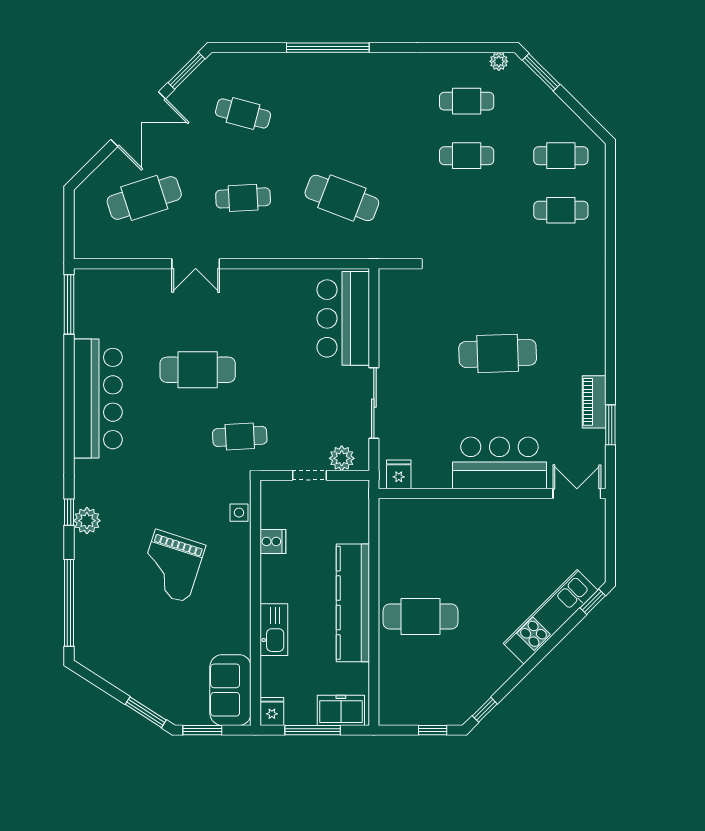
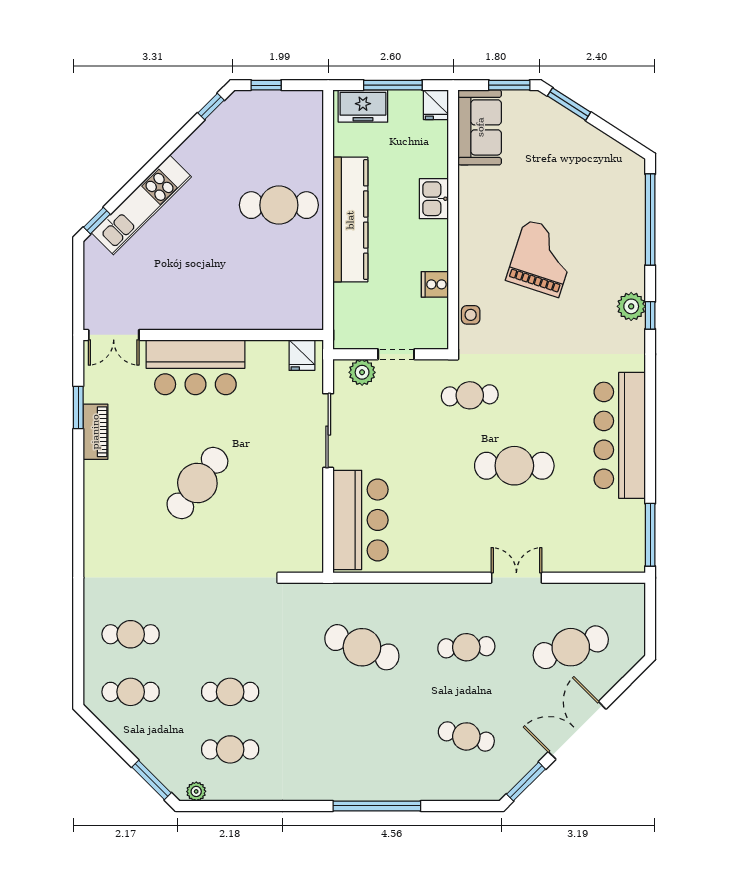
cafe table: (498, 353) -> (197, 483), turned -51
kitchen sink: (274, 630) -> (434, 199), width x0.73

